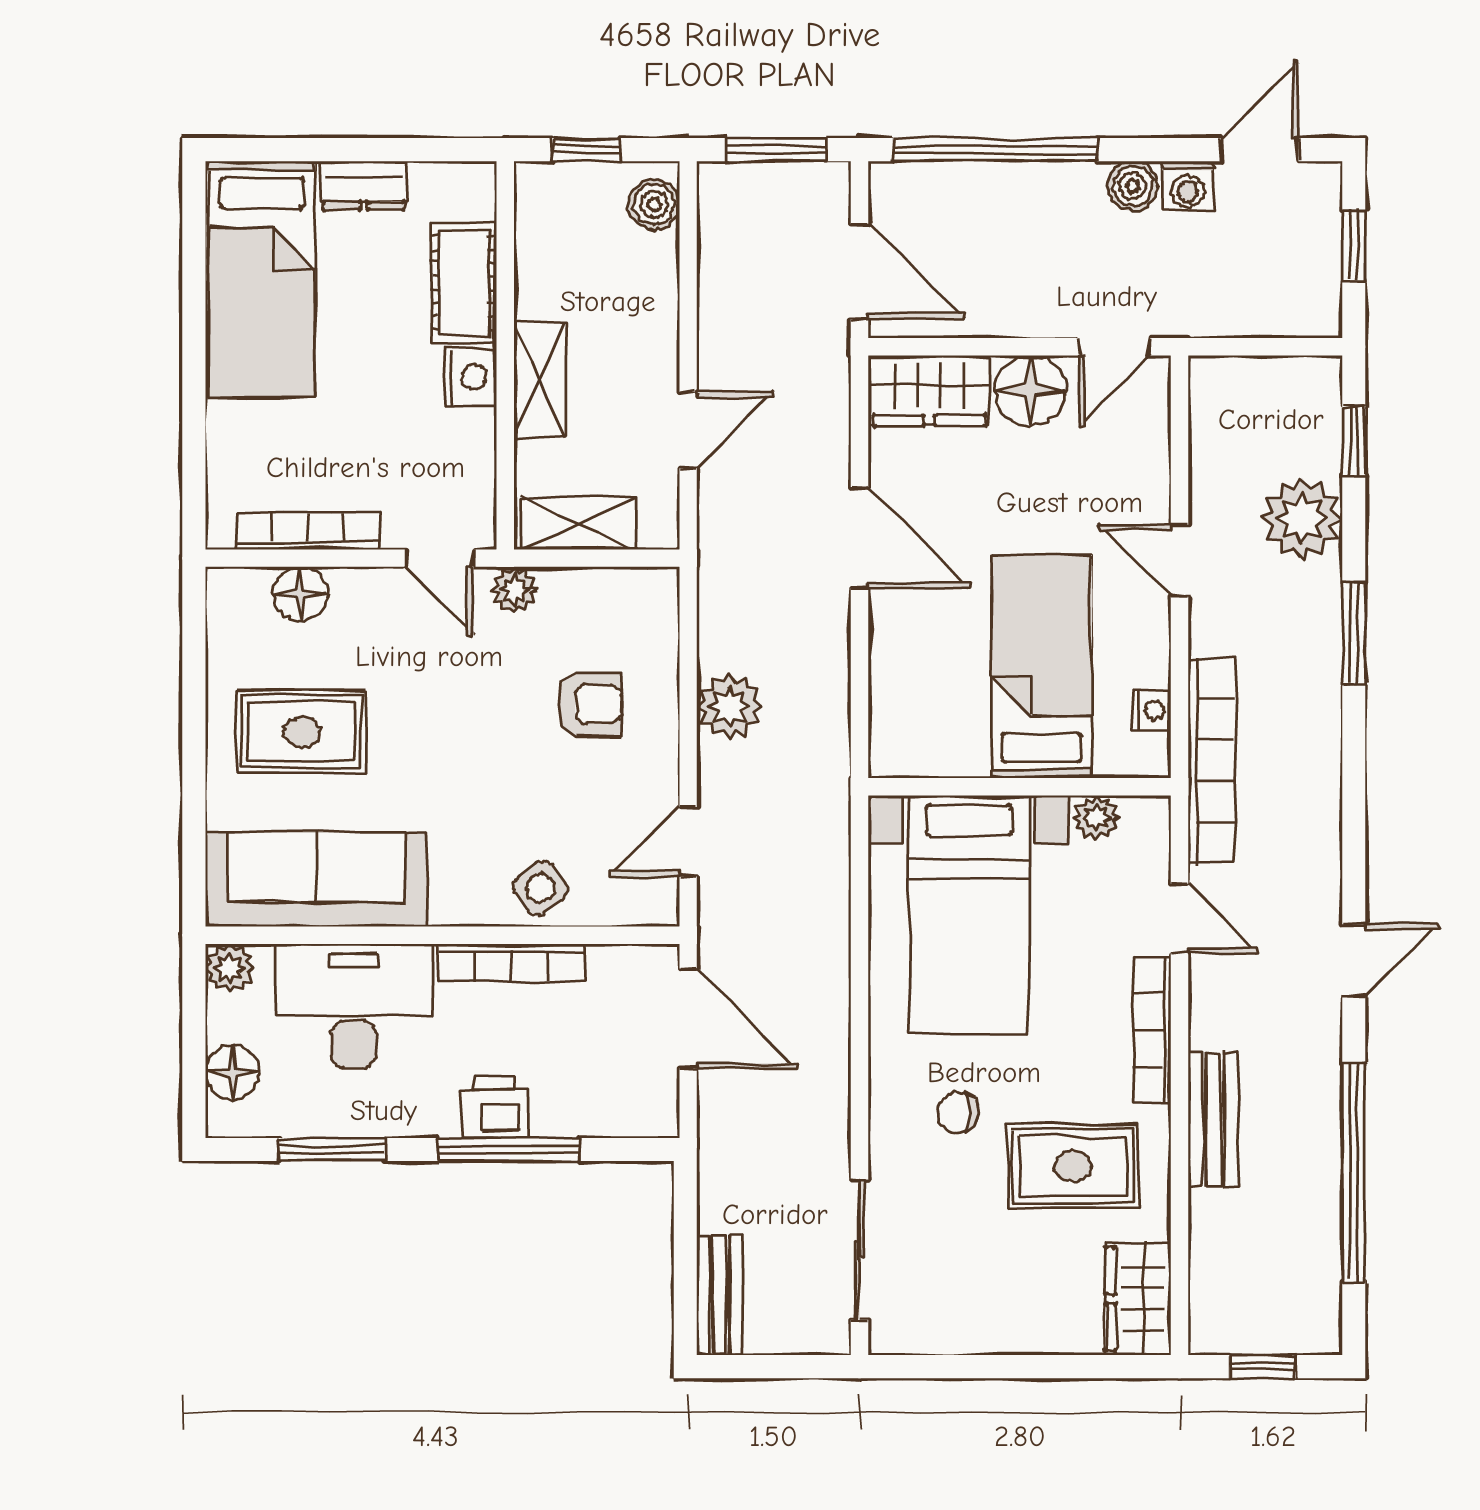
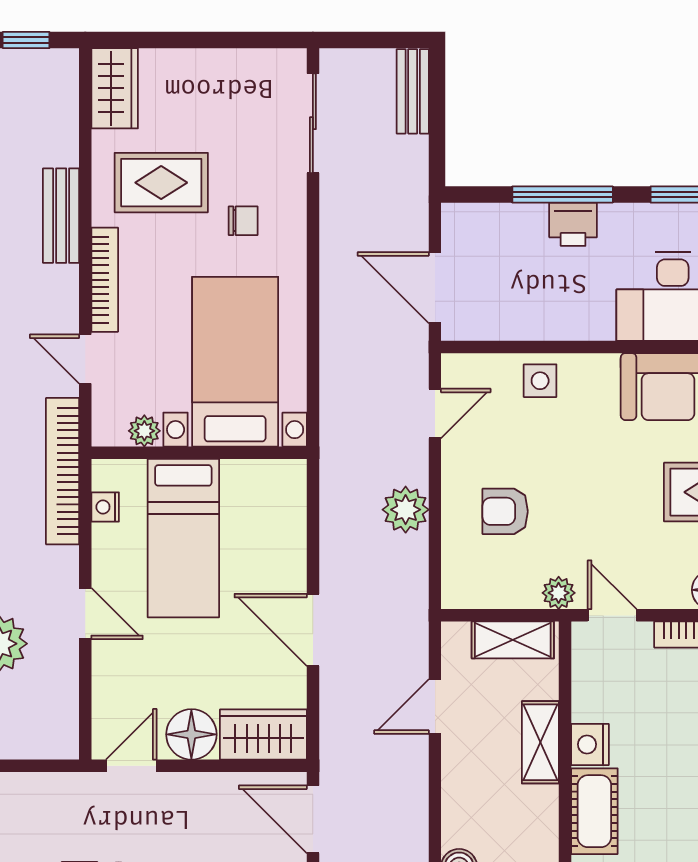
side table: (540, 888) -> (540, 381), turned 35
bookcase: (511, 963) -> (561, 328), removed

